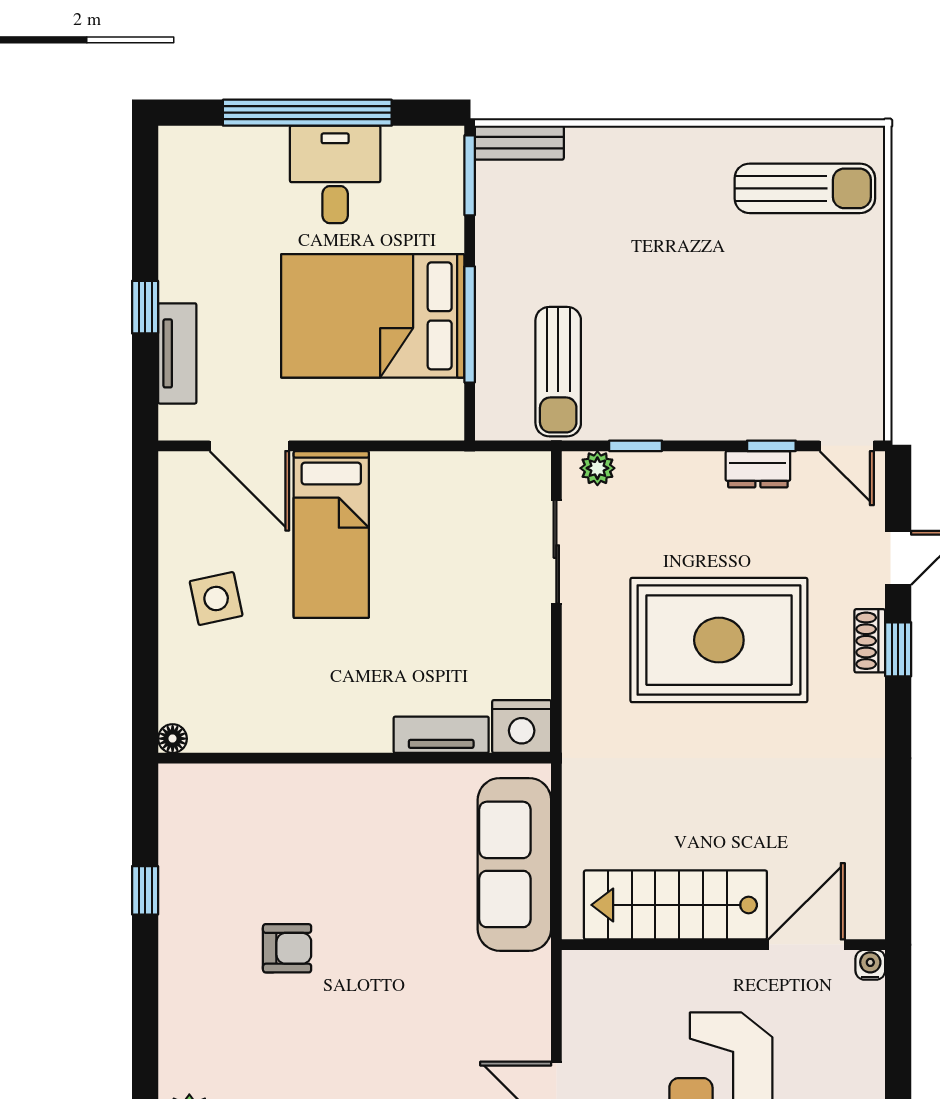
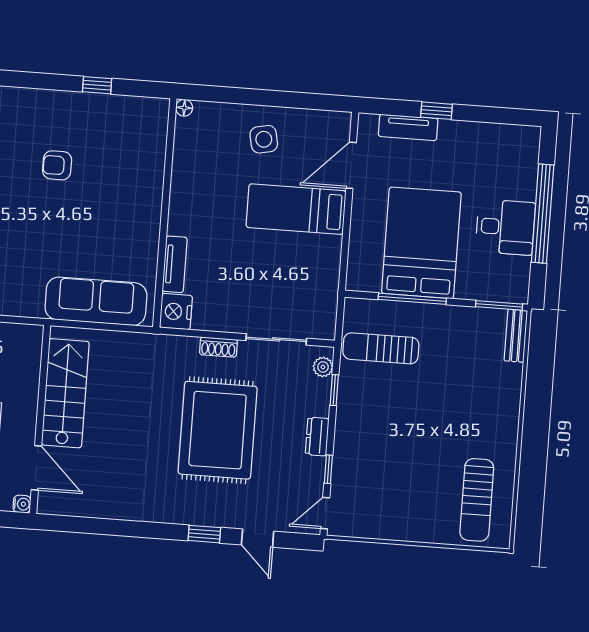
dresser: (758, 469) -> (317, 437), moved
shoe rack: (870, 641) -> (218, 347), moved, turned 180
armchair: (287, 948) -> (57, 165), turned 90

